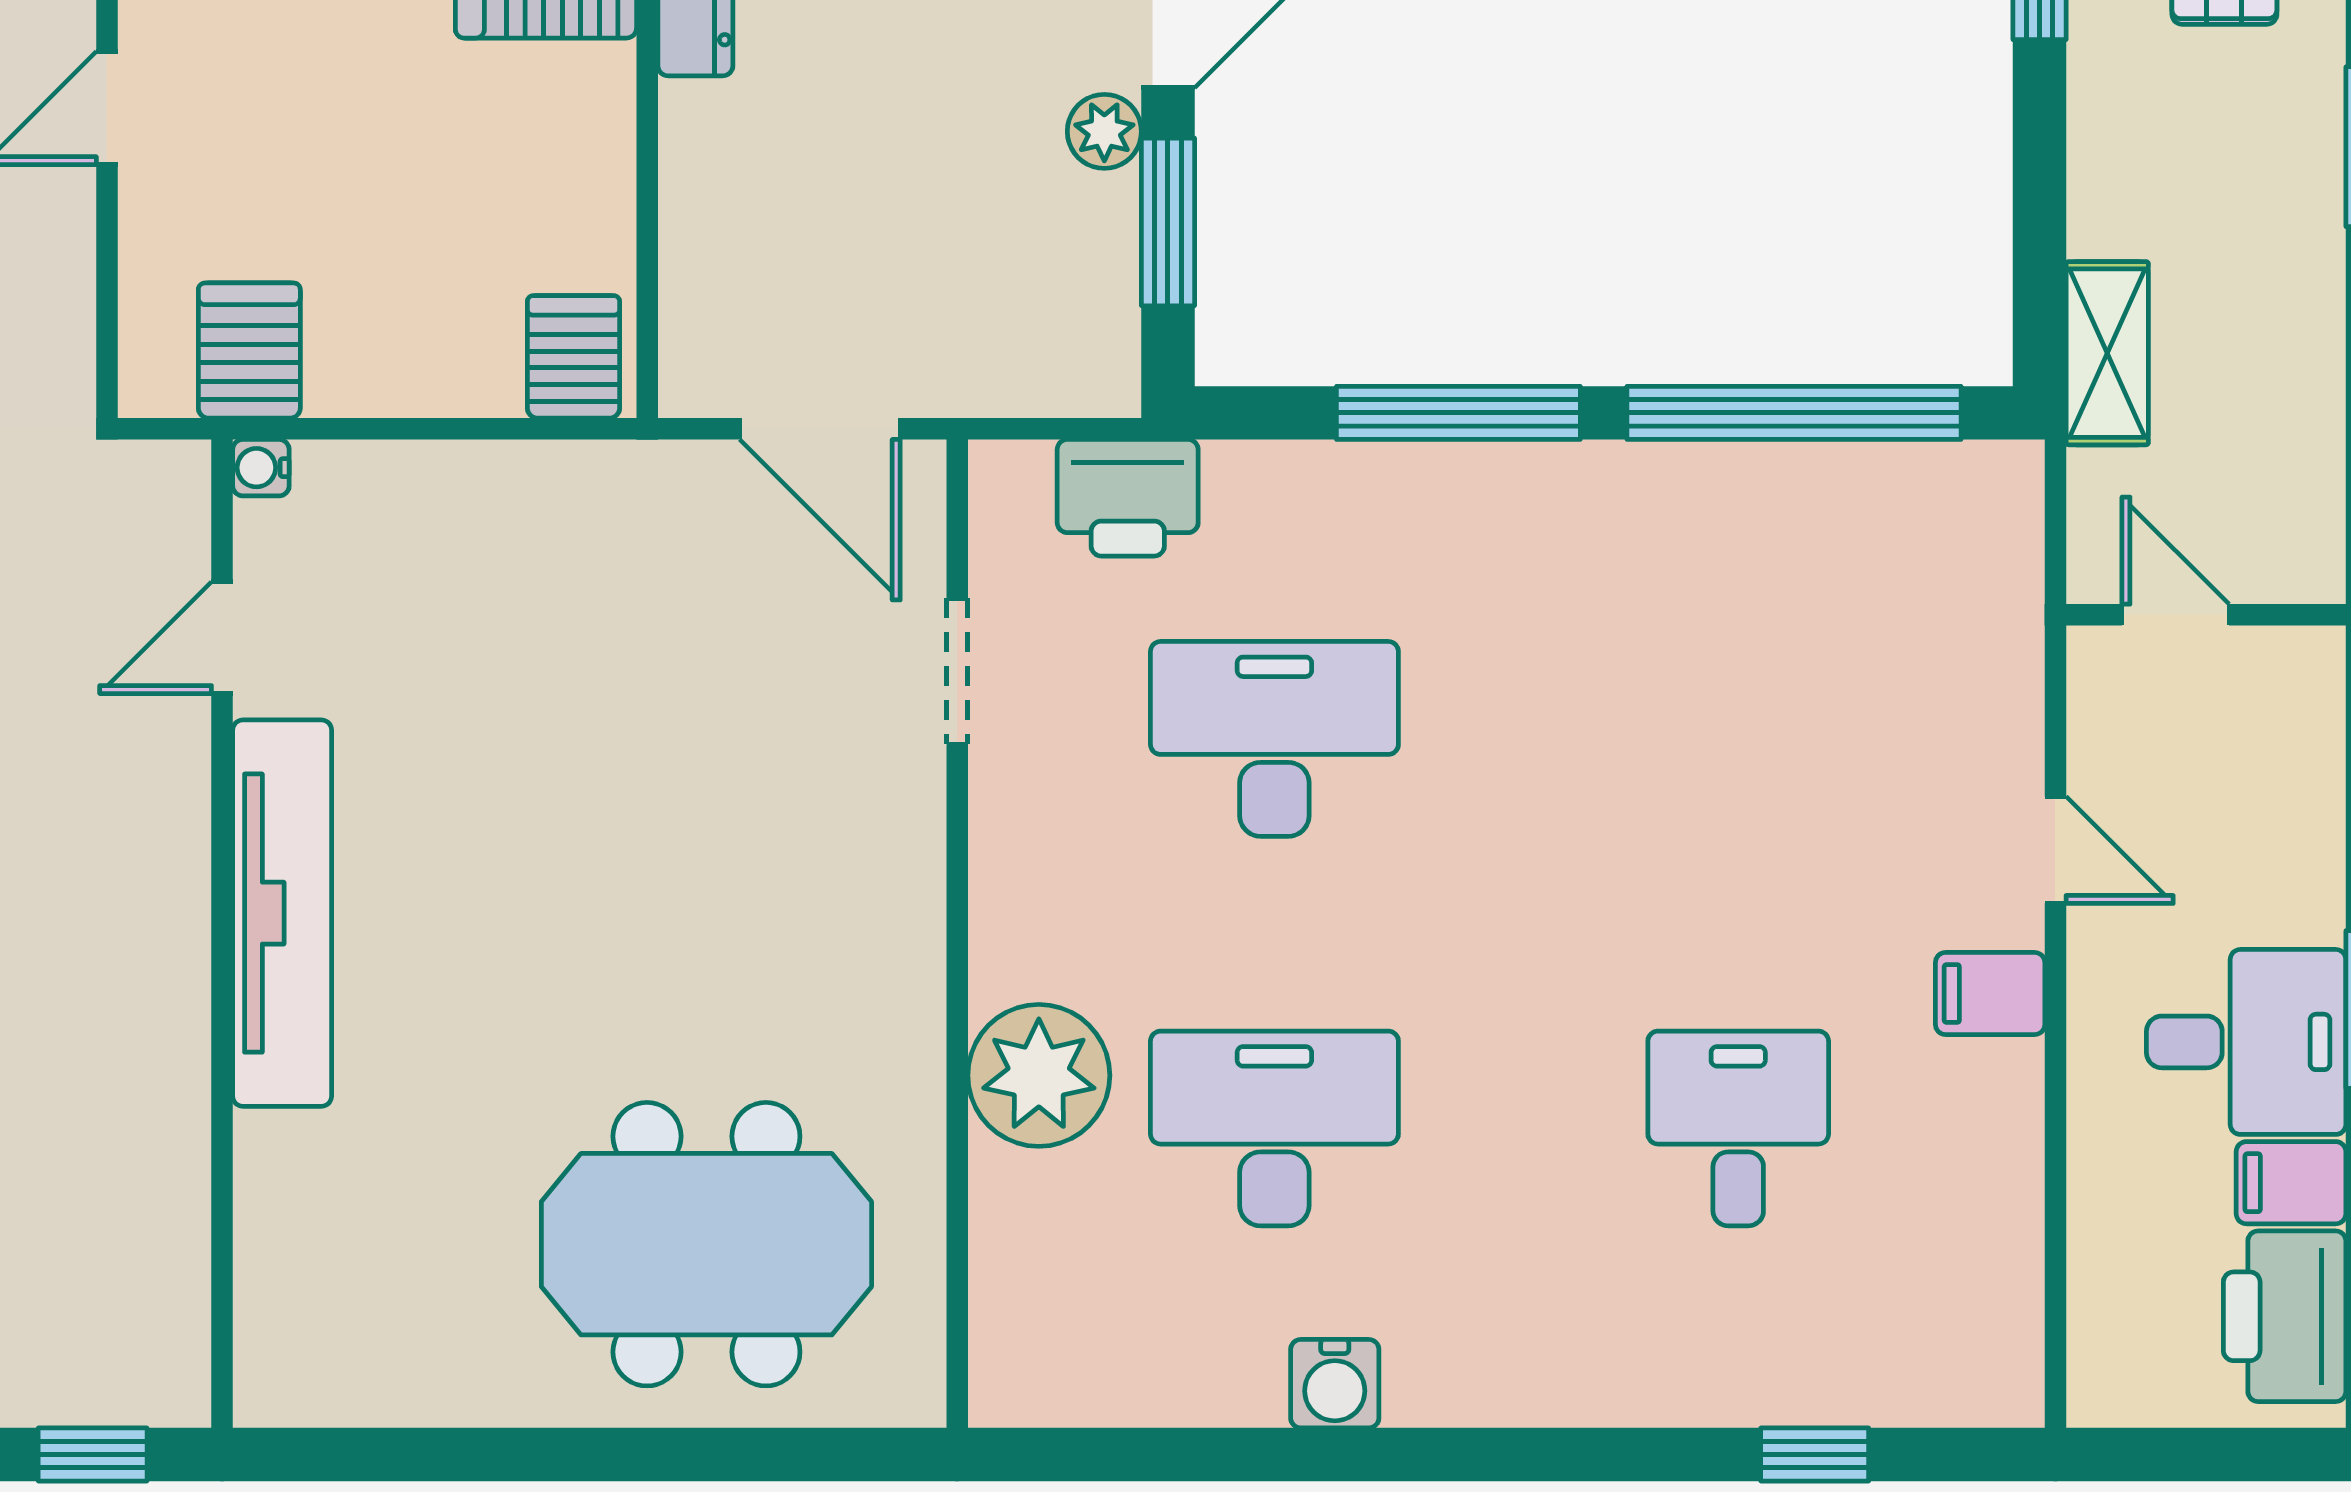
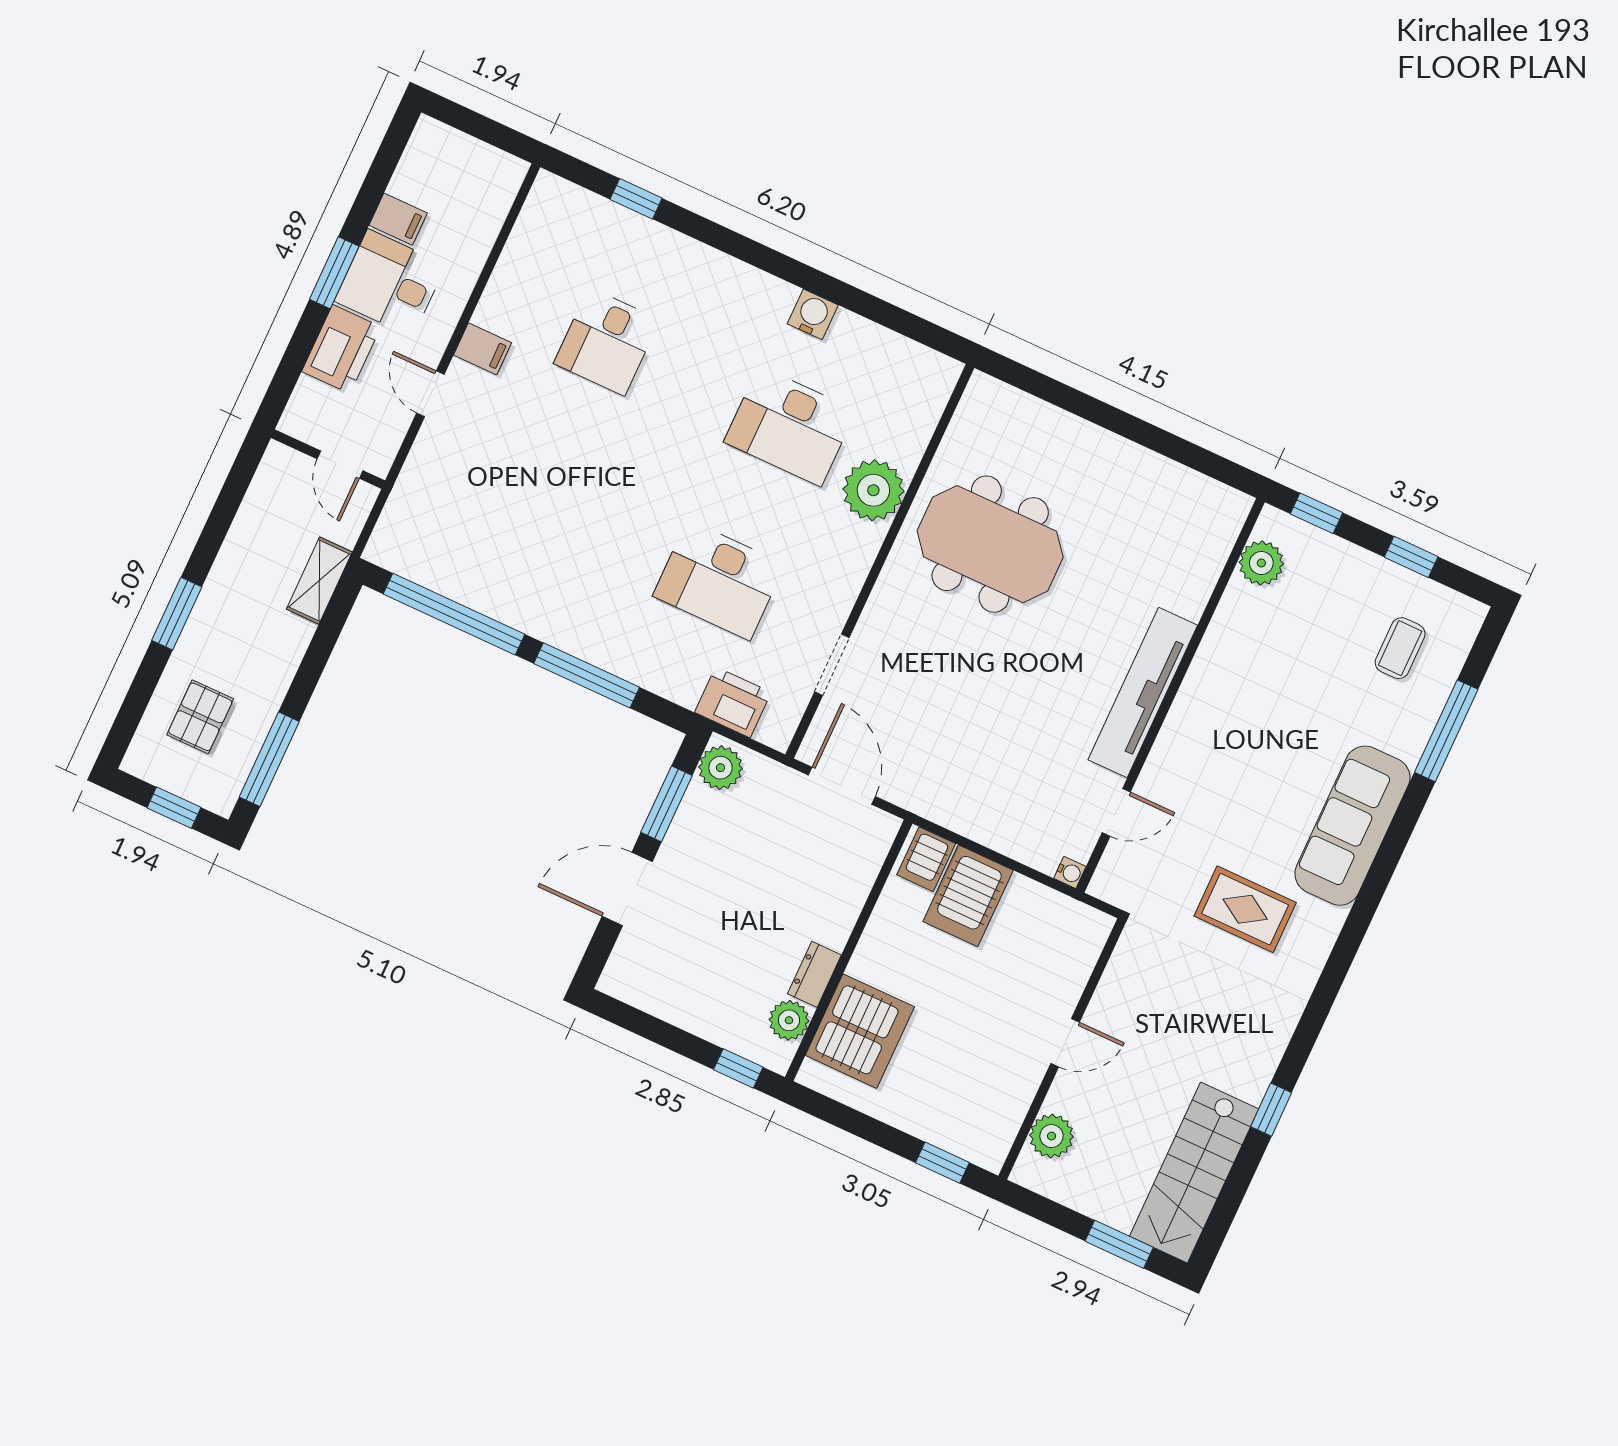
plant: (1104, 131) -> (720, 768), moved, width x1.38, depth x1.38
server rack: (249, 351) -> (968, 896), moved, width x1.36, depth x1.44
meeting table: (706, 1244) -> (990, 544), moved
plant: (160, 1297) -> (1261, 563), added
printer: (2285, 1316) -> (341, 349), moved

